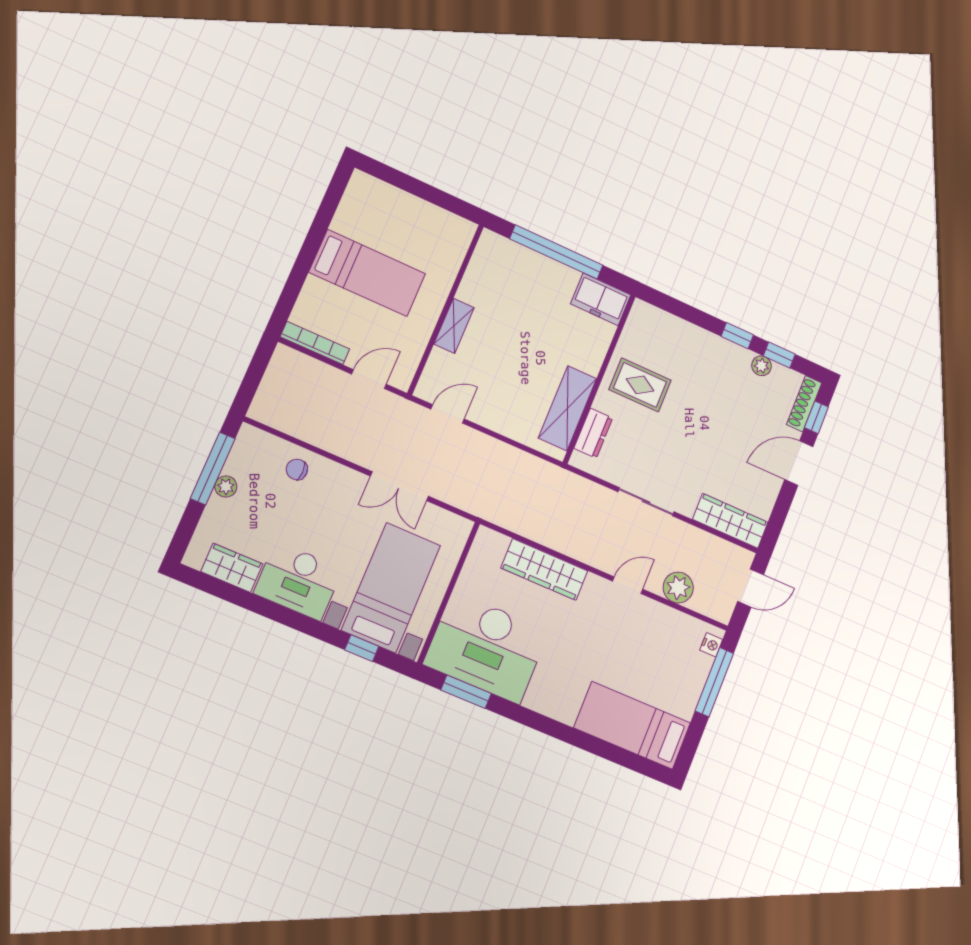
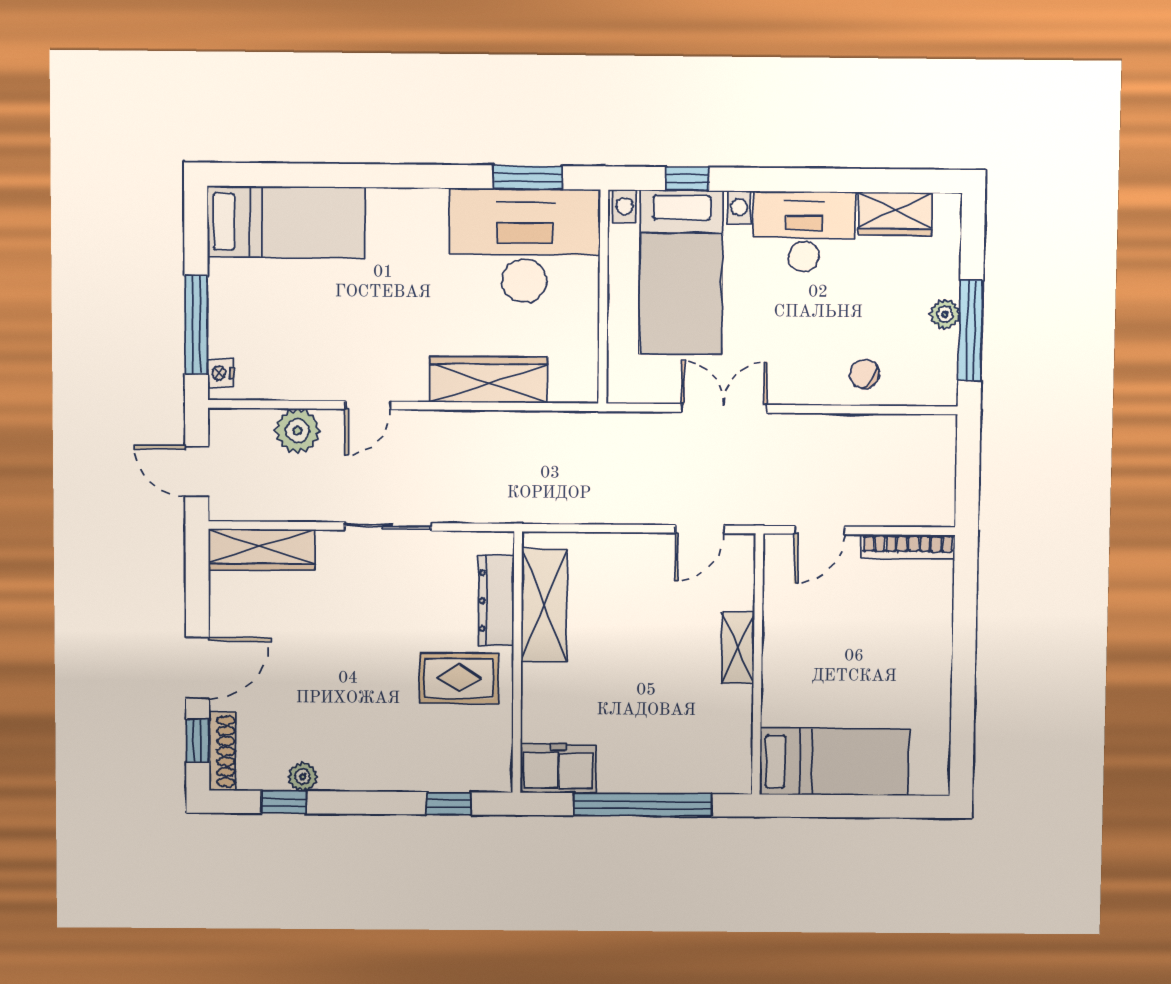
bed: (367, 273) -> (834, 762), moved, turned 180
window: (737, 336) -> (449, 803), moved
dresser: (593, 433) -> (496, 601), width x1.44
chair: (297, 469) -> (864, 374), turned -149
door: (751, 588) -> (197, 471), hinge flipped

